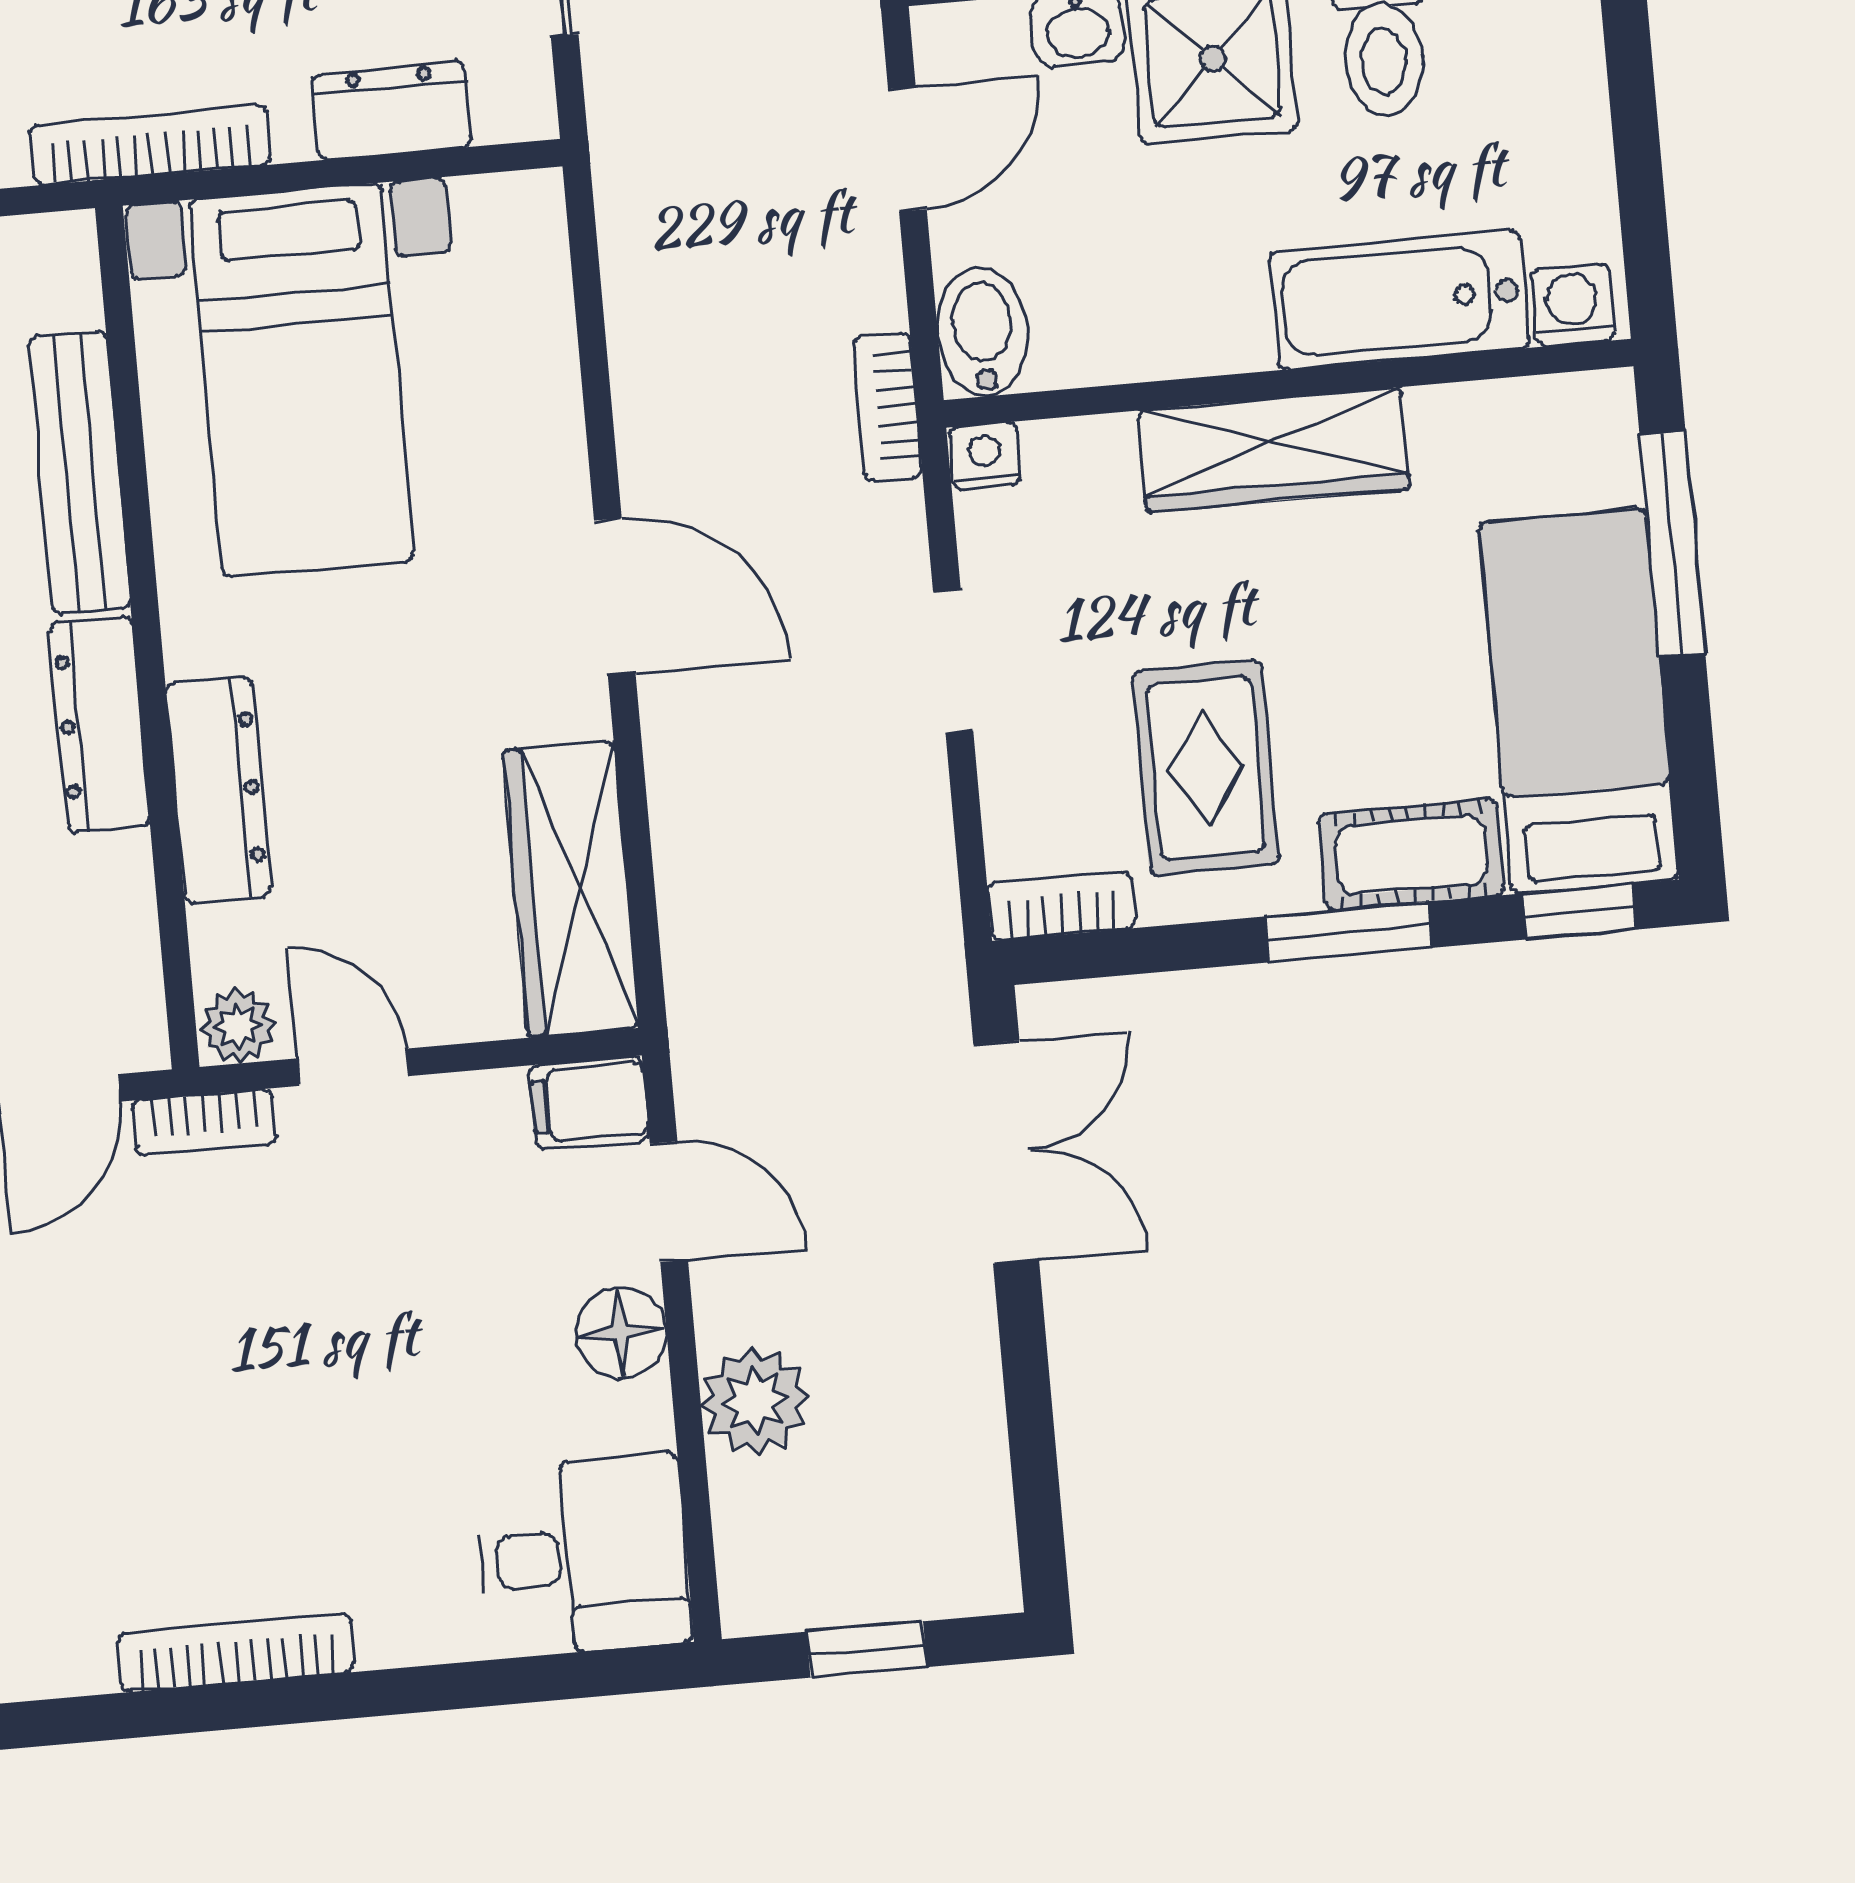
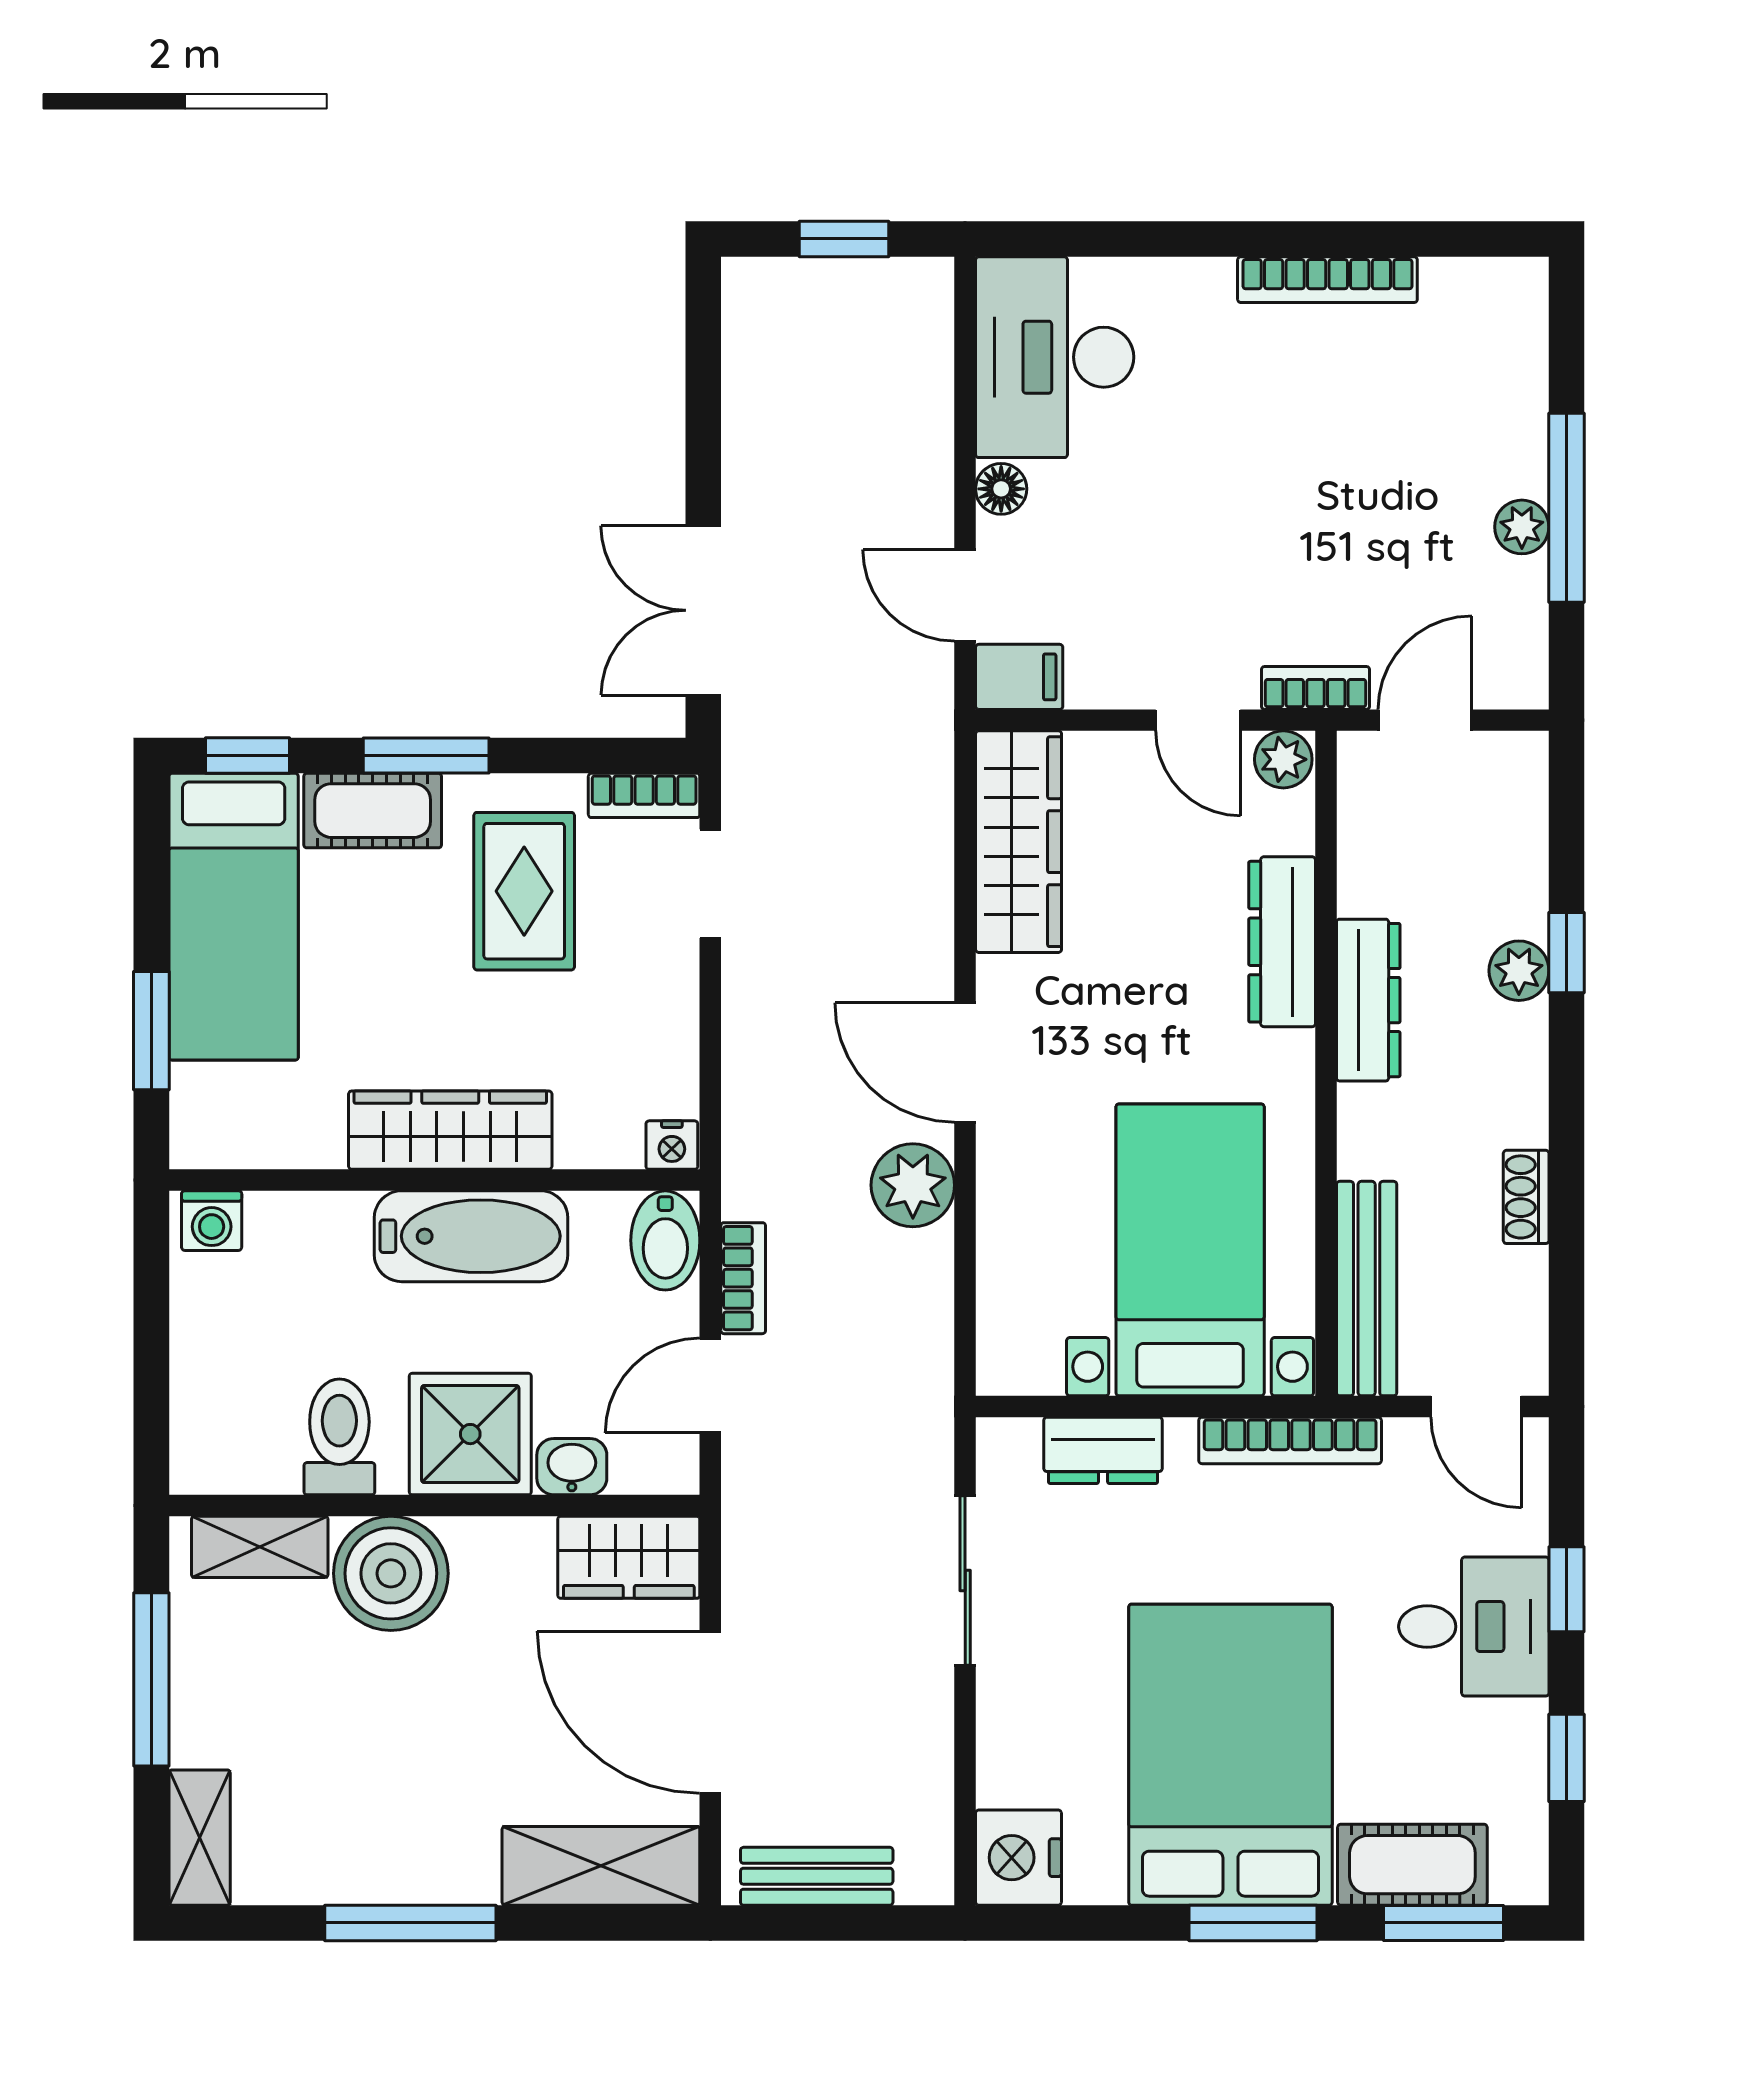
bathtub: (1399, 300) -> (471, 1236), moved
bookcase: (887, 407) -> (743, 1278), moved
bench: (80, 473) -> (1367, 1289), moved
window: (1672, 544) -> (151, 1031), width x0.69
doorway: (953, 661) -> (710, 884), moved
floor lamp: (621, 1333) -> (1001, 489), width x0.73, depth x0.73
plant: (755, 1401) -> (913, 1185), moved
desk: (583, 1556) -> (1055, 357), width x1.37

